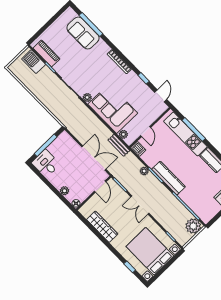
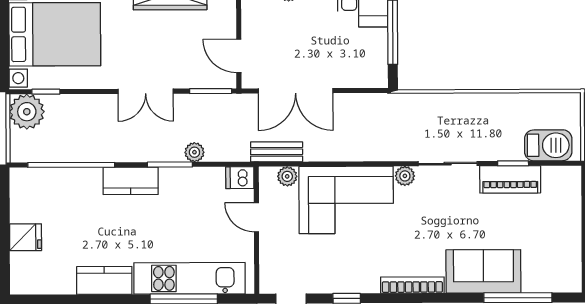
sofa: (83, 33) -> (483, 271), moved
piano: (46, 53) -> (510, 179), moved
kitchen counter: (169, 178) -> (131, 181), width x0.67
double door: (140, 205) -> (146, 91), swing flipped
plant: (193, 226) -> (27, 112), moved

